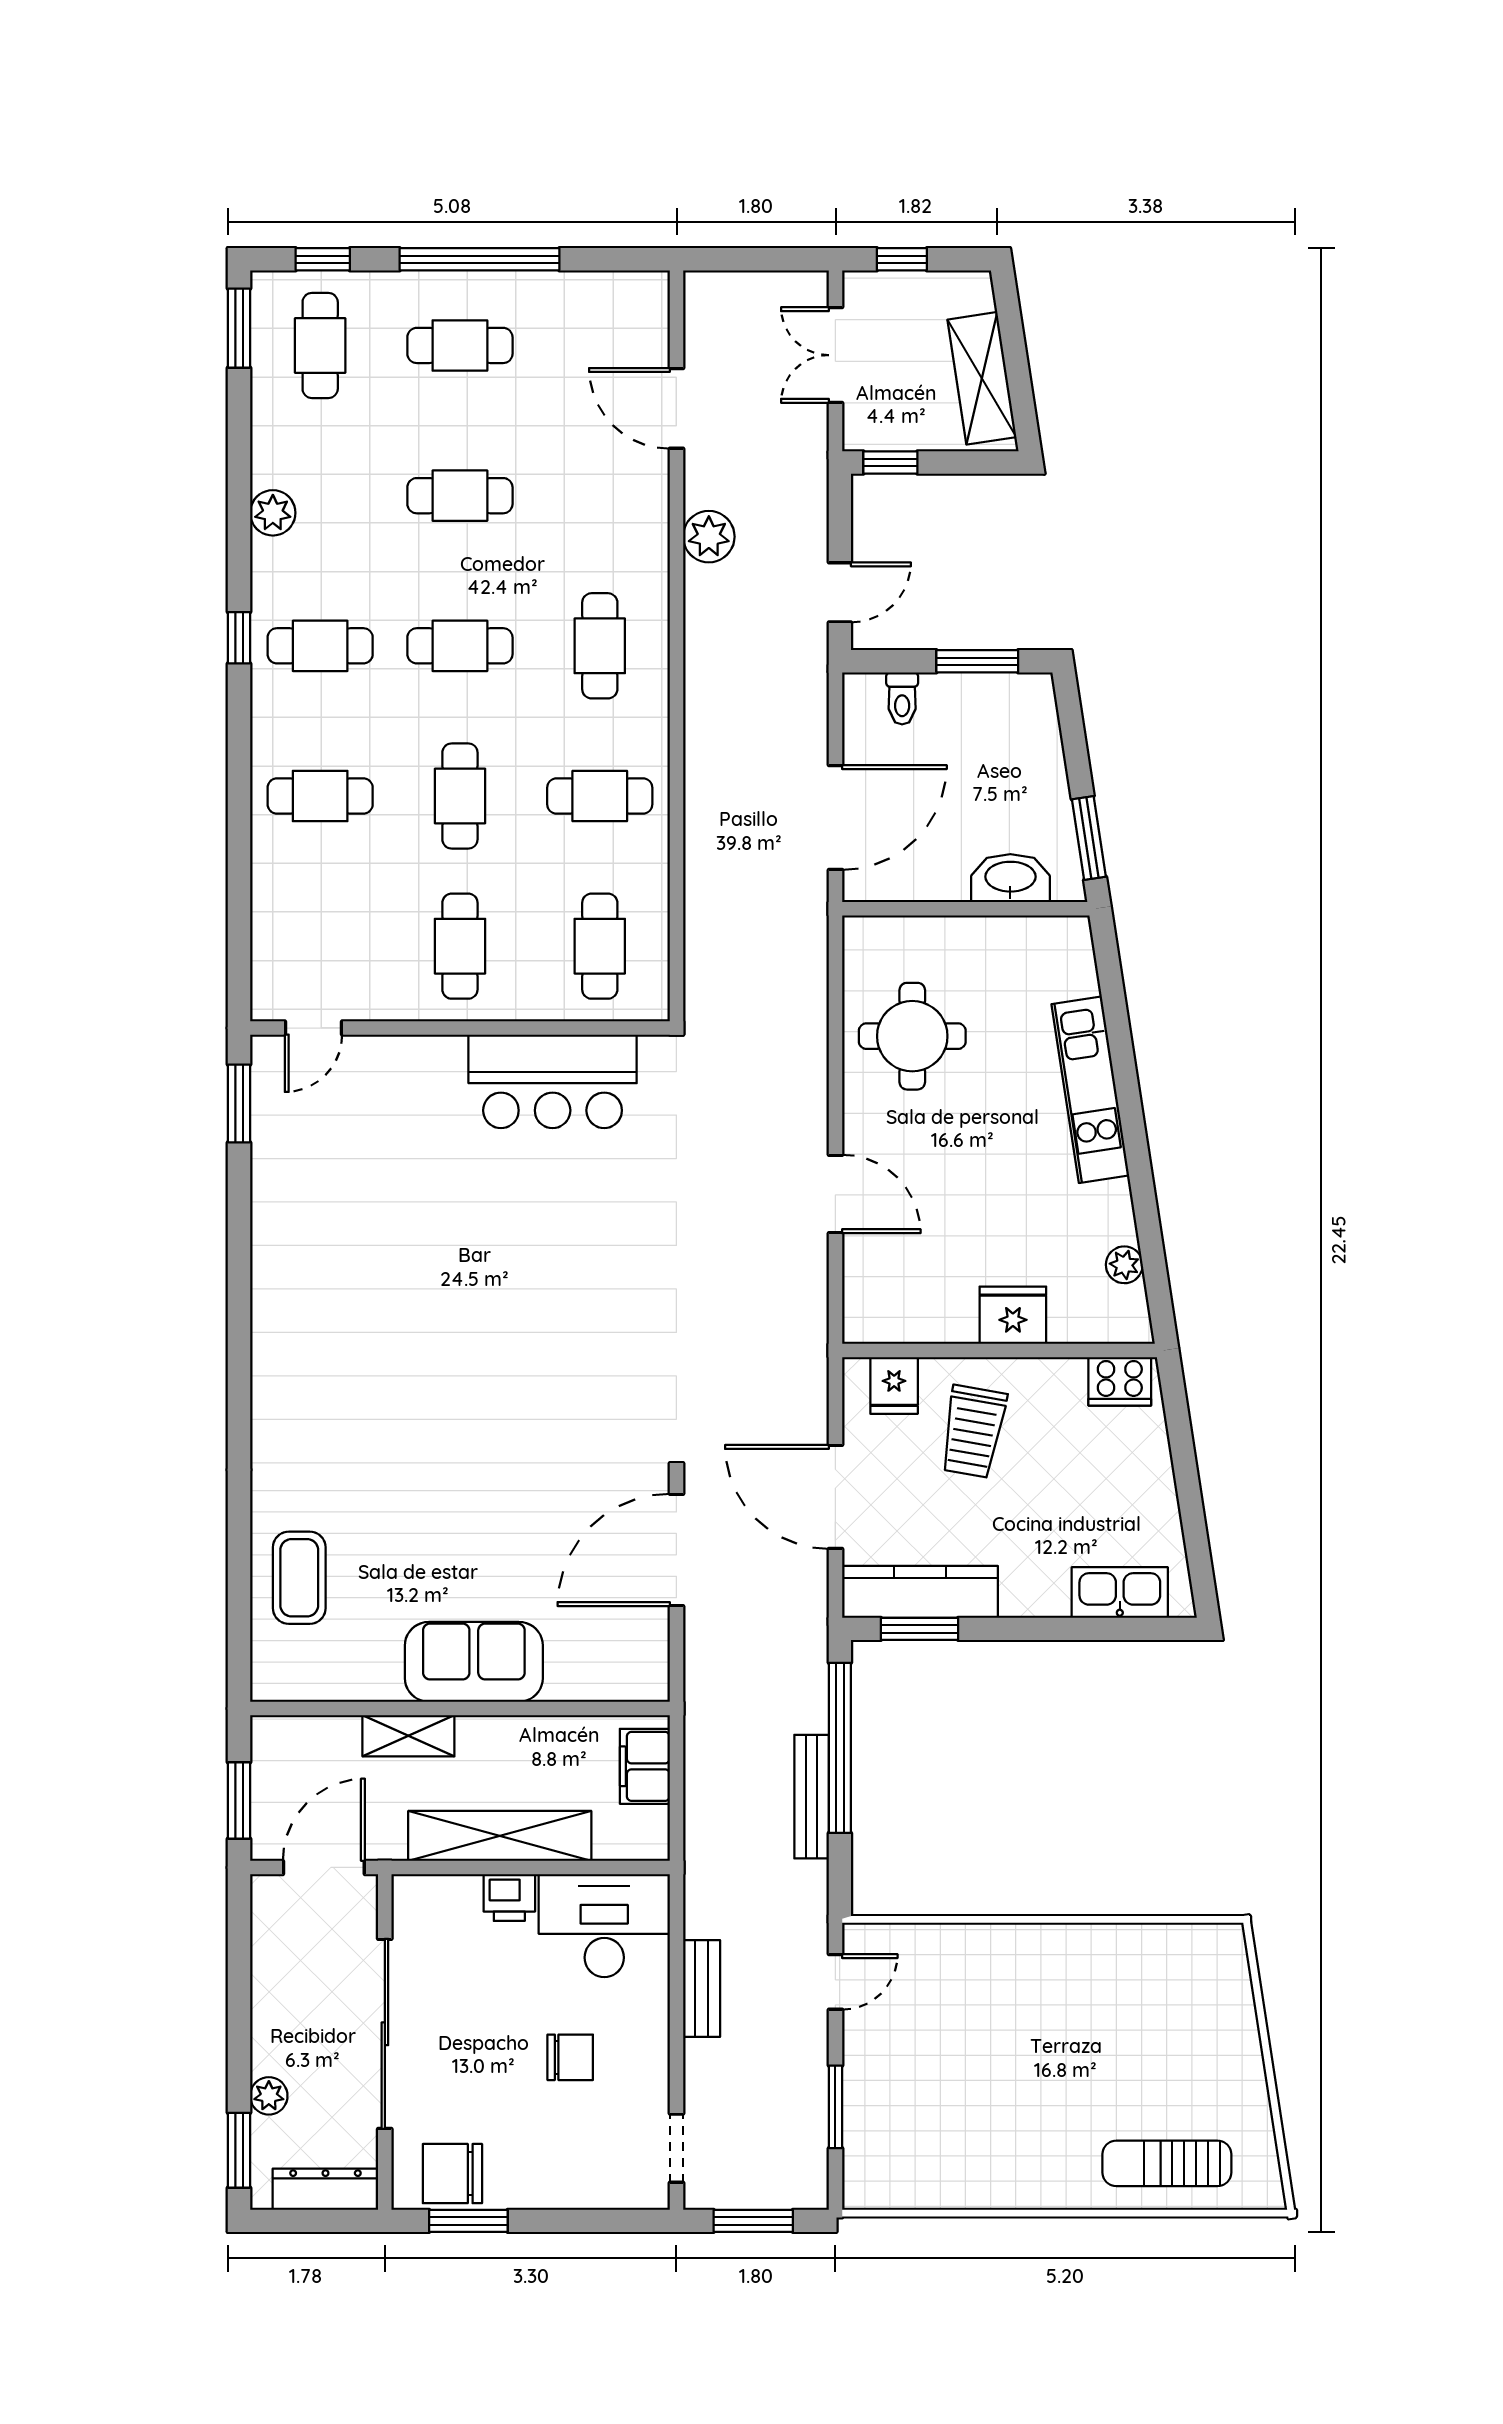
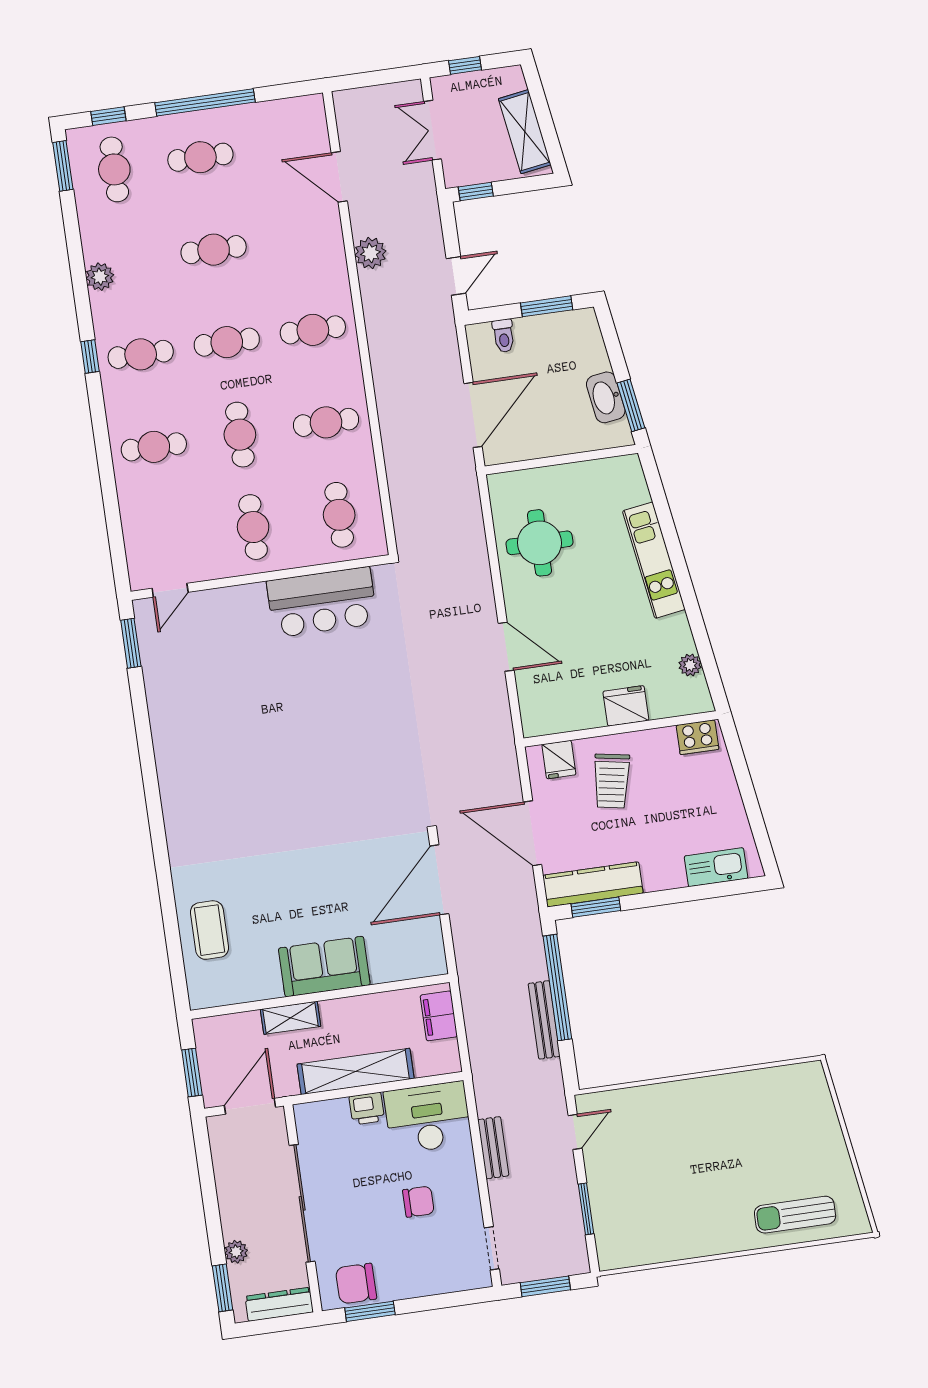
cafe table: (600, 646) -> (313, 330), turned 90
washbasin: (1010, 878) -> (606, 397), moved, turned -99

